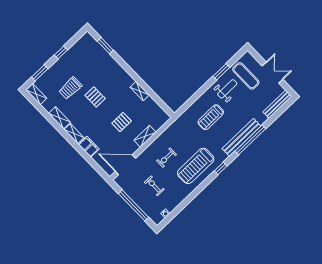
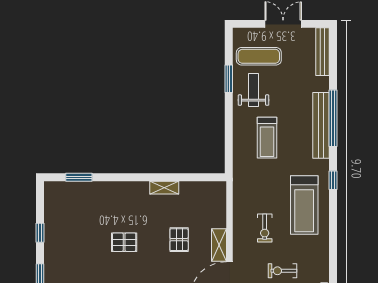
trolley: (70, 88) -> (89, 260), removed
shelving: (145, 136) -> (219, 245), moved

